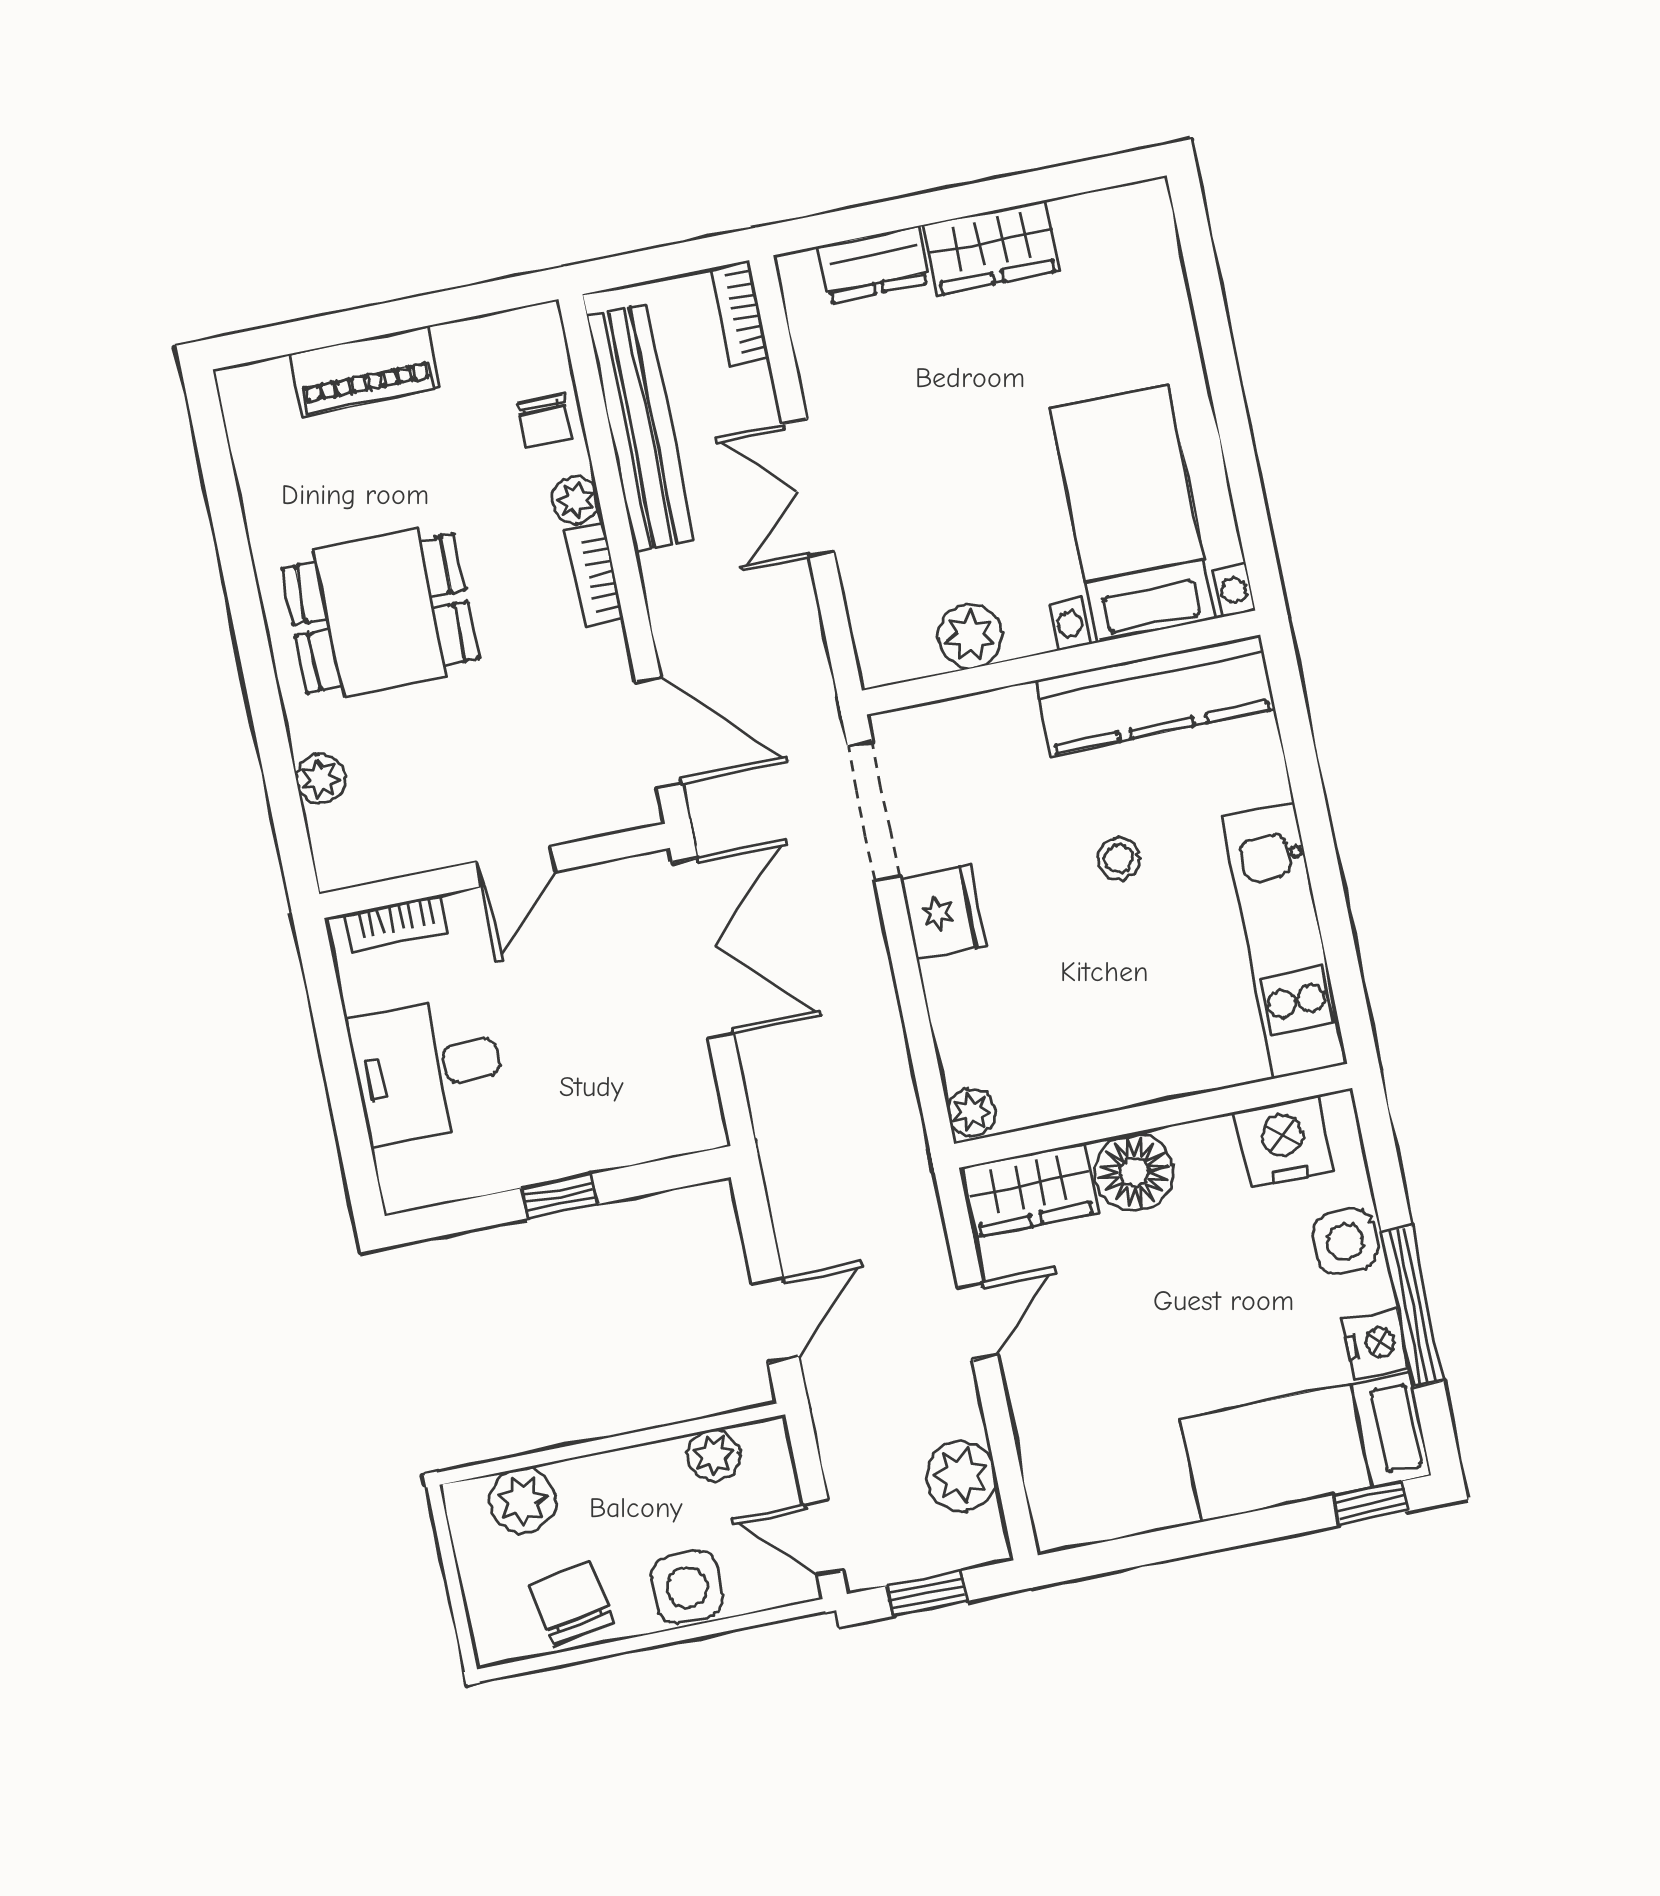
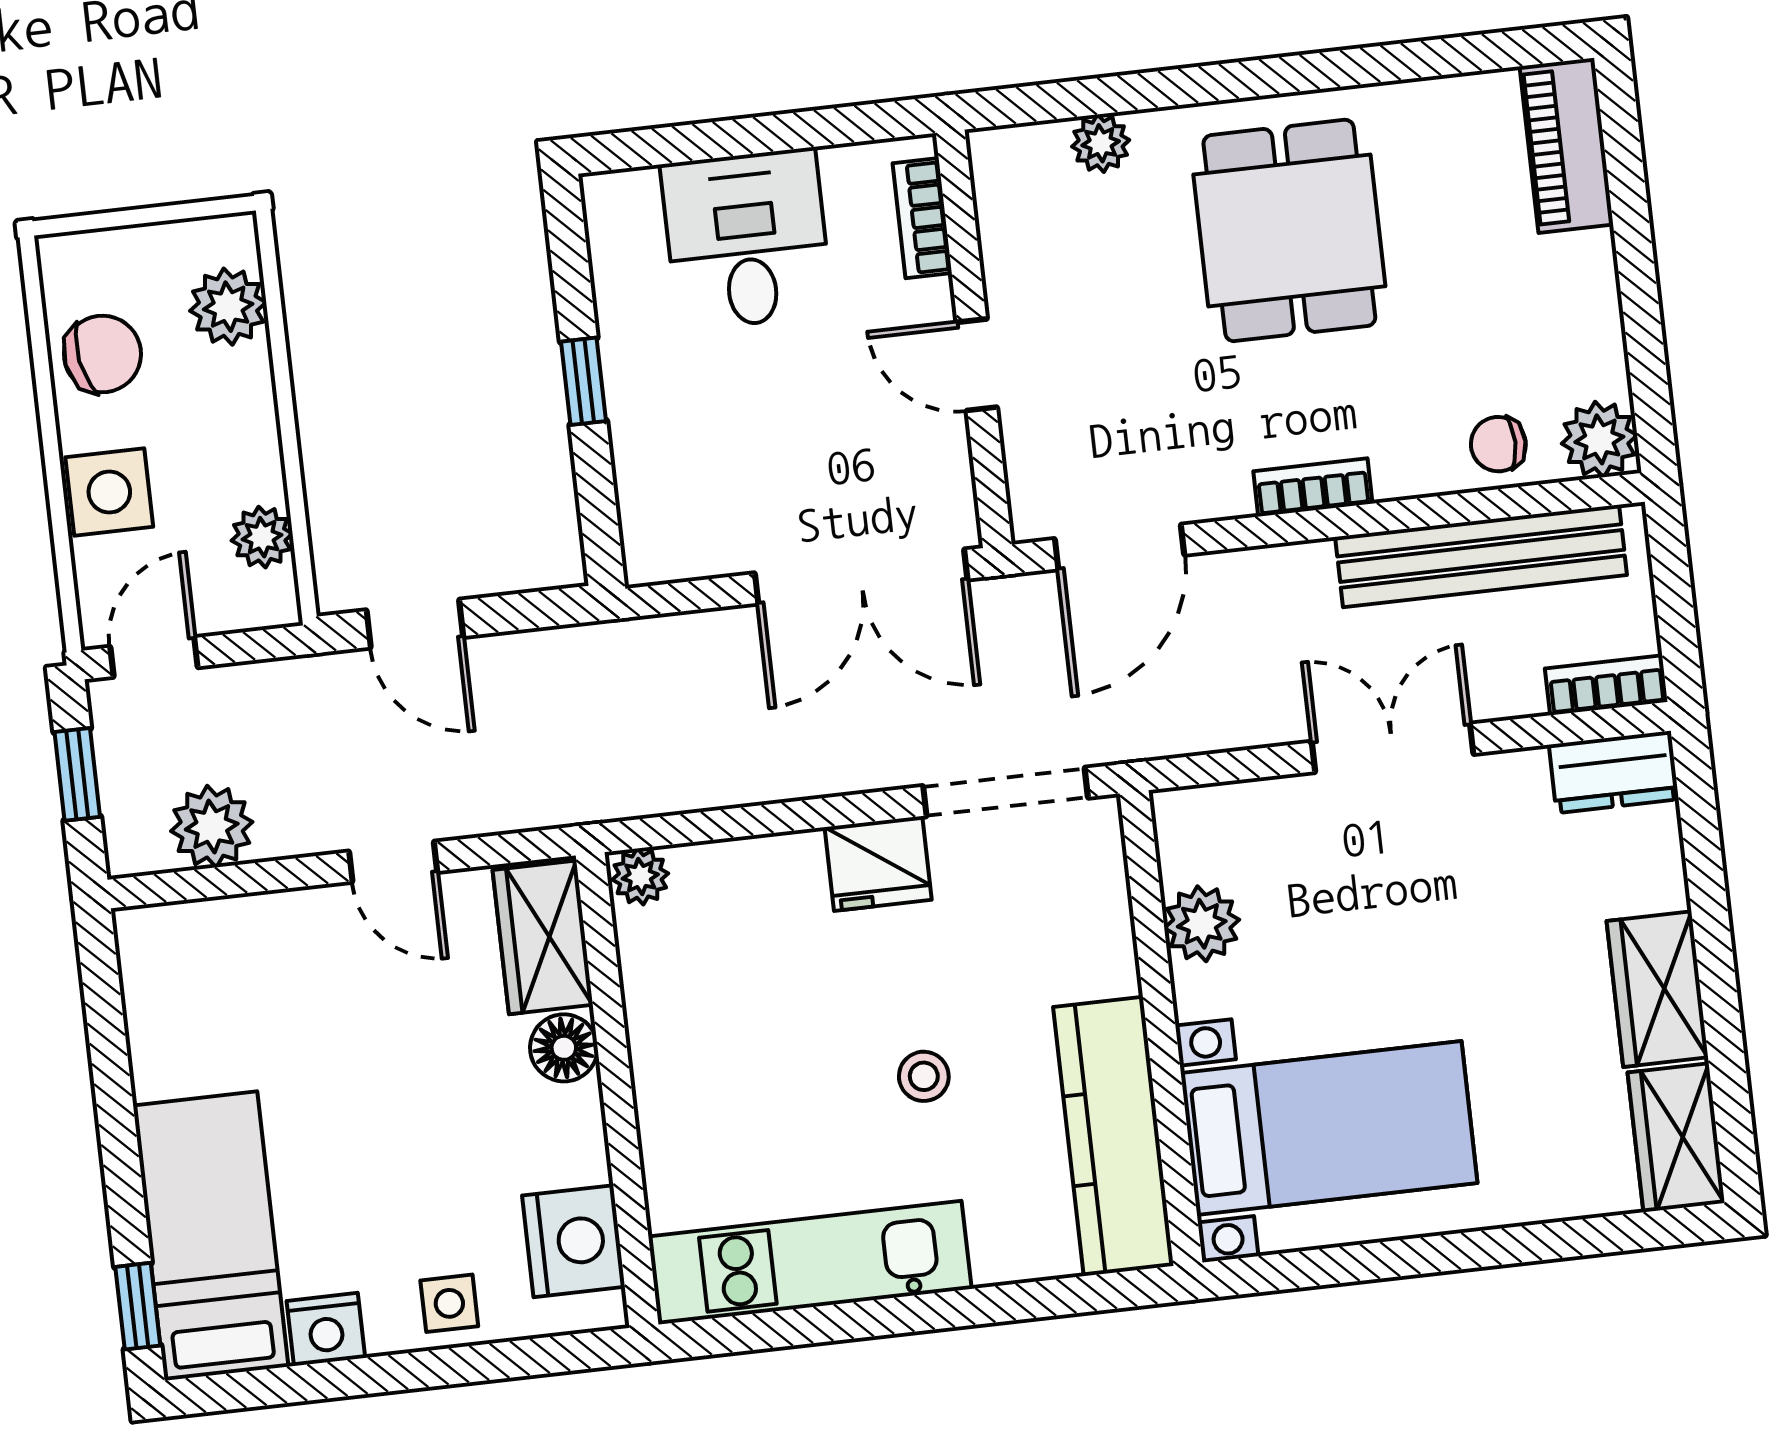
wardrobe: (1115, 221) -> (1676, 1138), added
dresser: (874, 265) -> (1614, 772), moved, turned -90
piano: (364, 371) -> (1567, 146), moved
plant: (575, 500) -> (1599, 439), moved, width x1.38, depth x1.38
floor lamp: (1134, 1172) -> (564, 1048), width x0.73, depth x0.73
side table: (1345, 1241) -> (449, 1303), width x0.73, depth x0.73
window: (1412, 1306) -> (366, 1376), removed

